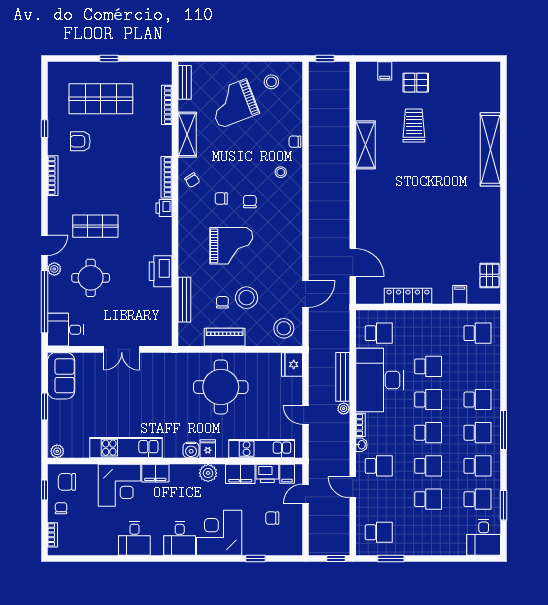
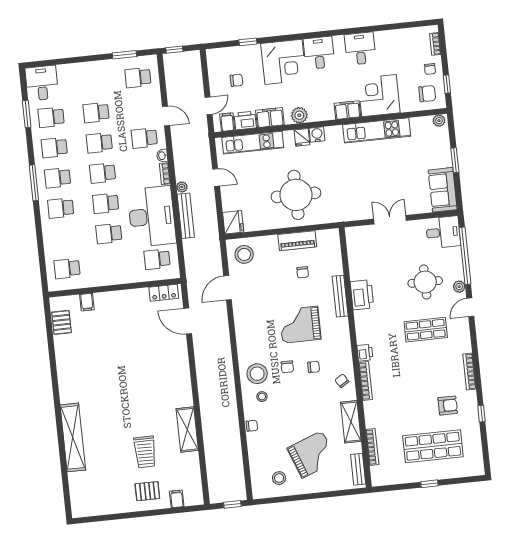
locker: (408, 296) -> (164, 293), moved, width x0.66
stool: (247, 298) -> (257, 374), moved
bench: (184, 300) -> (340, 296), moved

